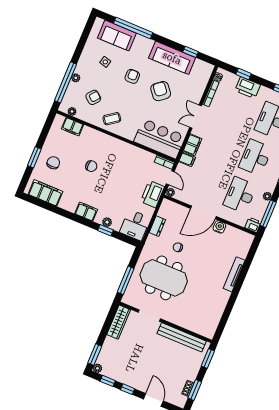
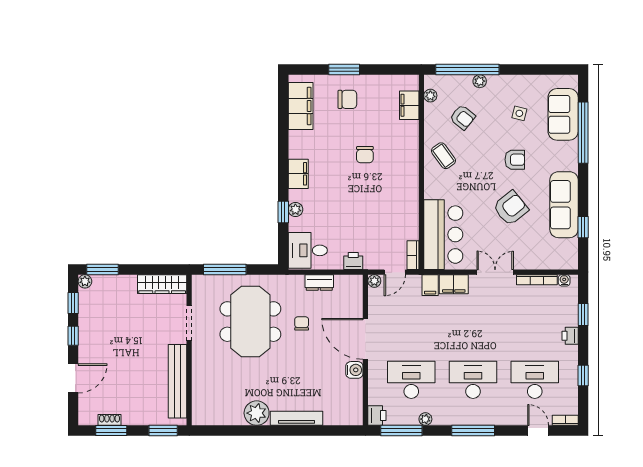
printer: (248, 88) -> (570, 336), width x0.53, depth x0.68
printer: (152, 194) -> (353, 261), width x0.53, depth x0.68
plant: (221, 297) -> (257, 413), added

